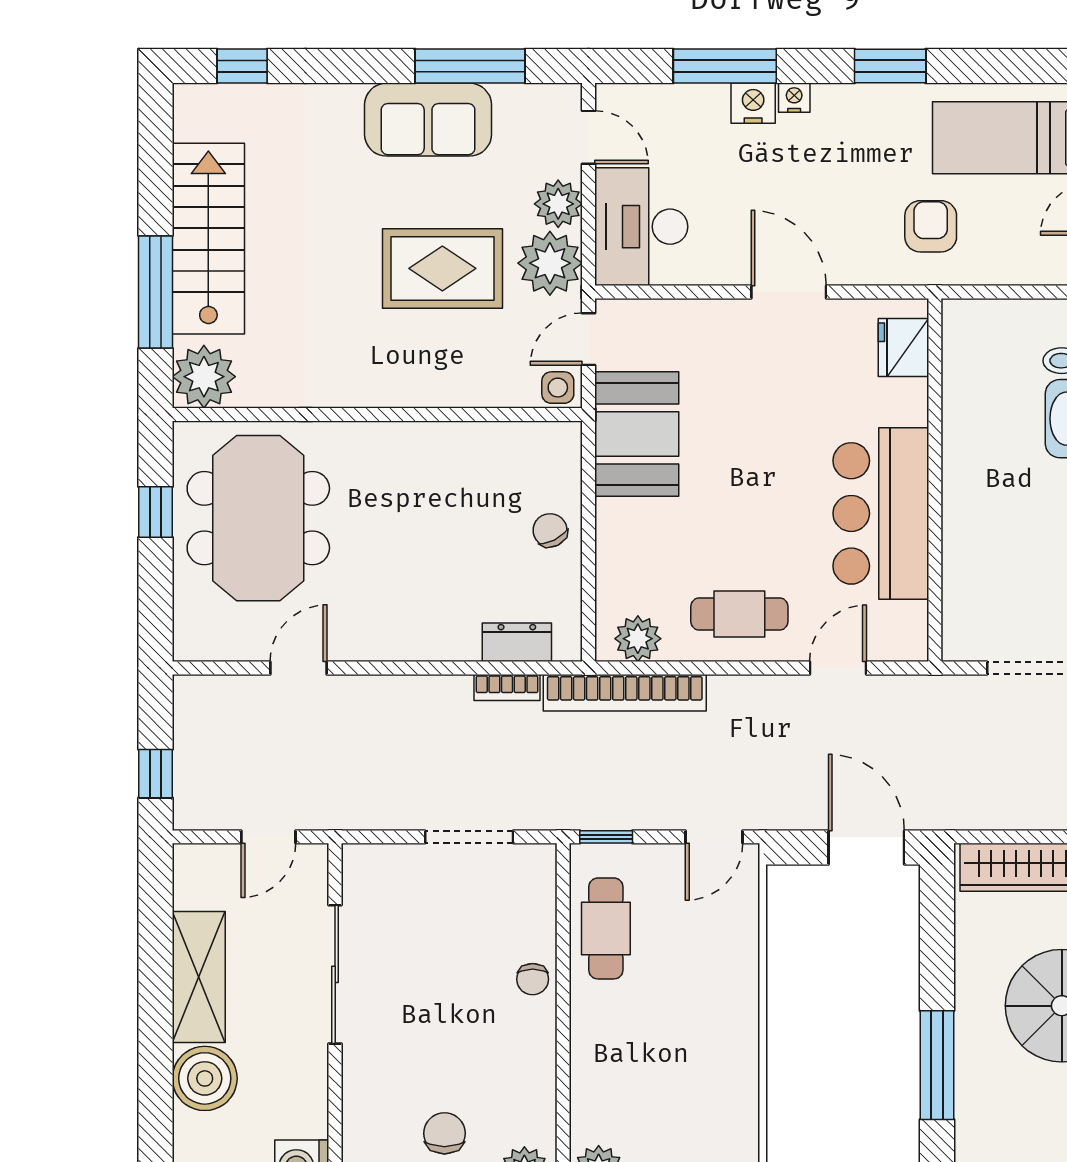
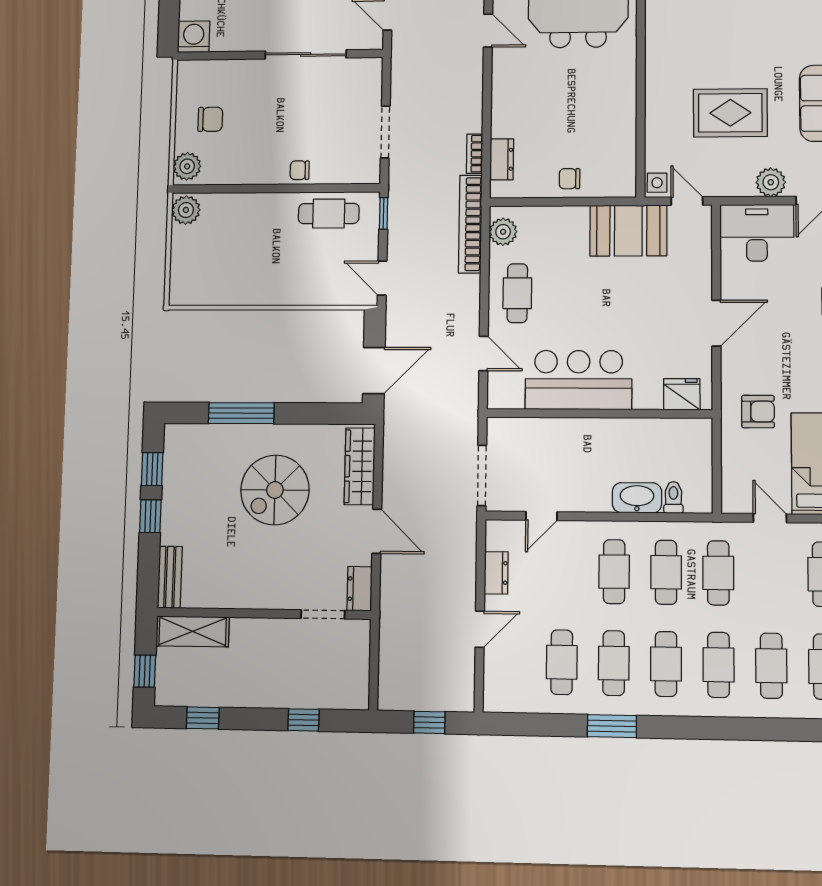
plant: (550, 263) -> (734, 177), removed
rug: (442, 268) -> (730, 113), turned 90
chair: (550, 530) -> (570, 179), turned -153

